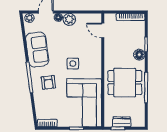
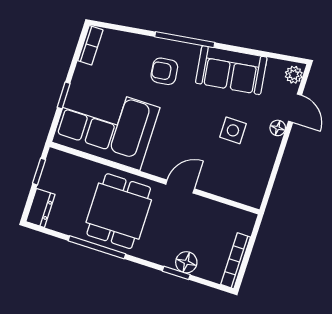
plant: (69, 19) -> (267, 147), removed
door: (103, 31) -> (180, 186), moved
floor lamp: (139, 55) -> (186, 262), moved
side table: (73, 64) -> (233, 130), moved
dresser: (122, 122) -> (40, 208), moved

